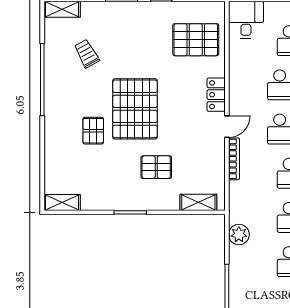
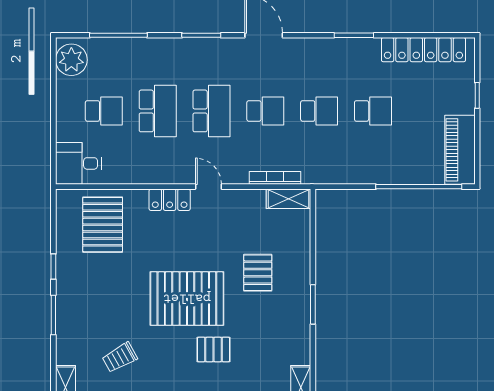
bookcase: (234, 159) -> (275, 178), moved
shelving: (198, 202) -> (289, 199), moved, turned 90
plant: (239, 234) -> (340, 172), removed

